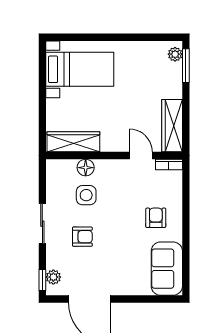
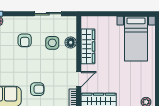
wardrobe: (73, 142) -> (88, 46), moved
sliding door: (42, 224) -> (48, 14), moved

